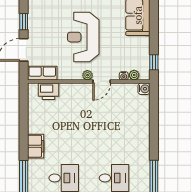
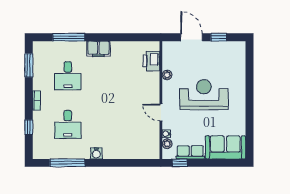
row of seats: (42, 73) -> (190, 152), moved, turned -90
plant: (87, 75) -> (167, 75), moved
water cooler: (144, 89) -> (96, 153), moved

